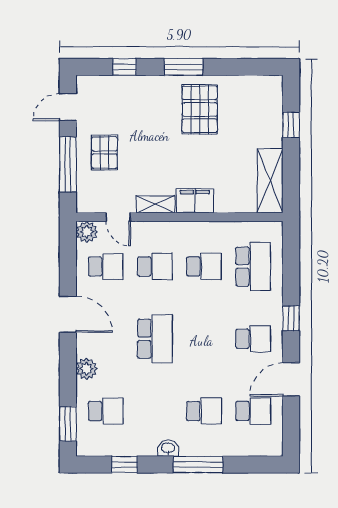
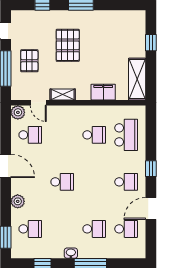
pallet: (200, 109) -> (68, 45), moved
filing cabinet: (195, 201) -> (103, 92), moved
school desk: (155, 266) -> (62, 135), removed
school desk: (155, 339) -> (62, 182), width x0.54

